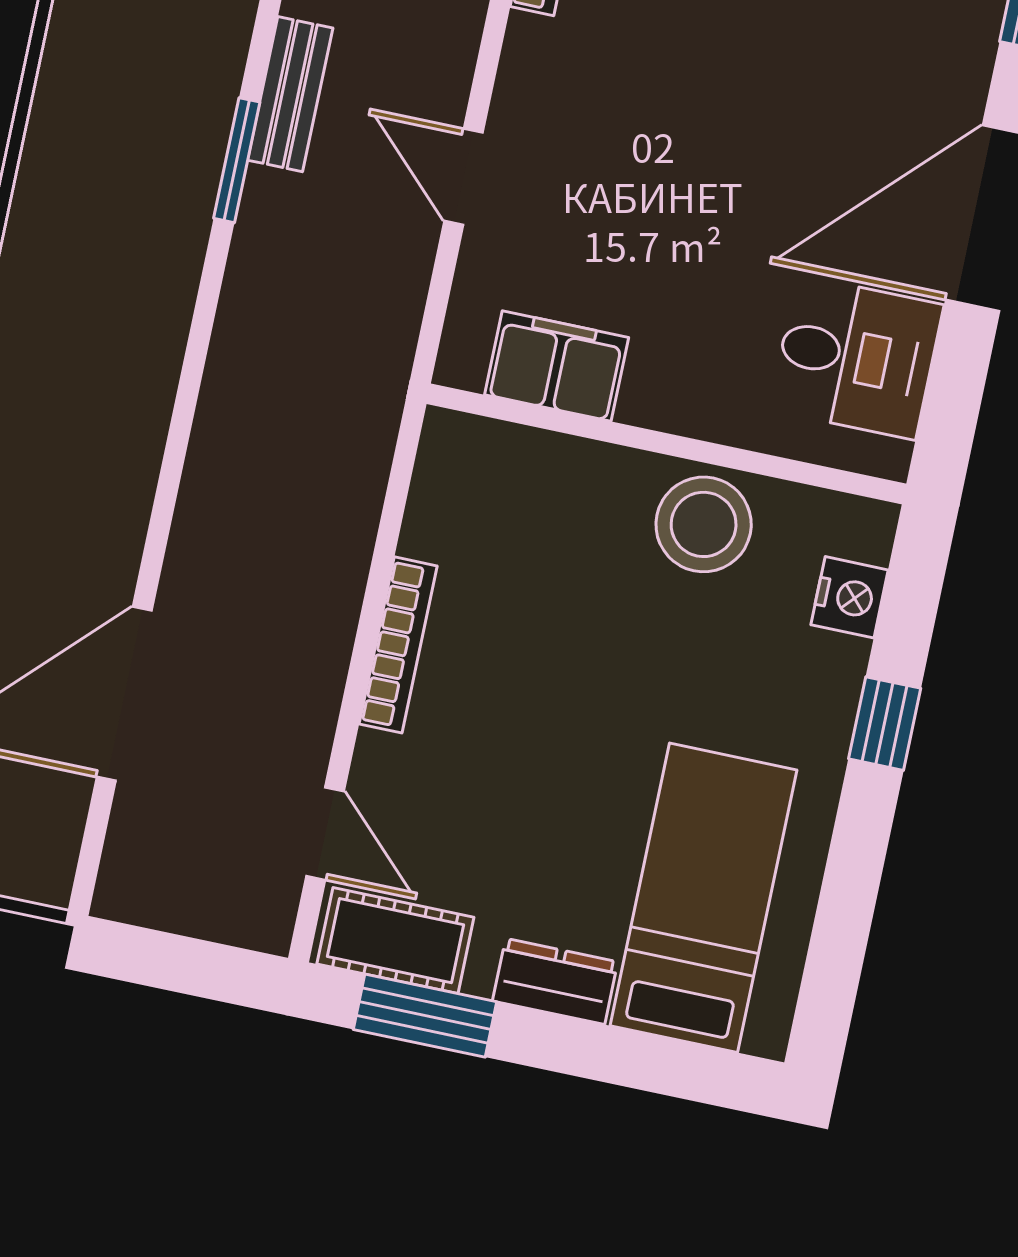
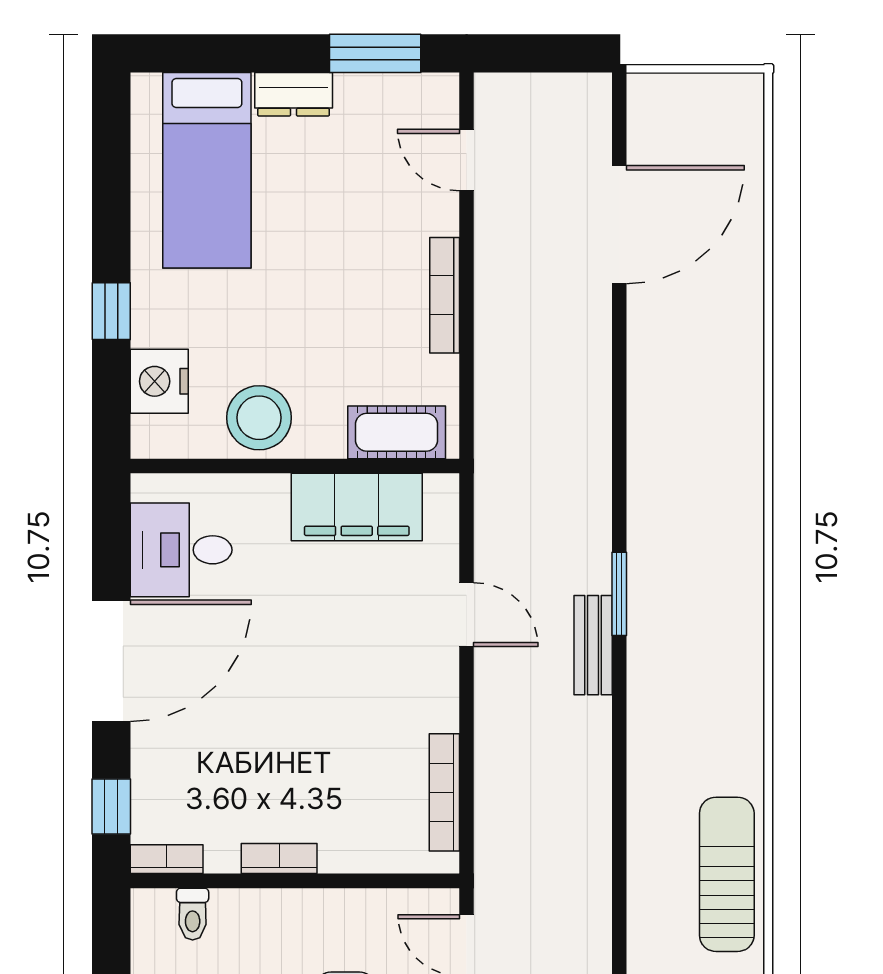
filing cabinet: (557, 366) -> (357, 507), width x1.50, depth x1.17
nightstand: (850, 597) -> (159, 381), width x1.36, depth x1.33
cot: (395, 941) -> (397, 432), moved

